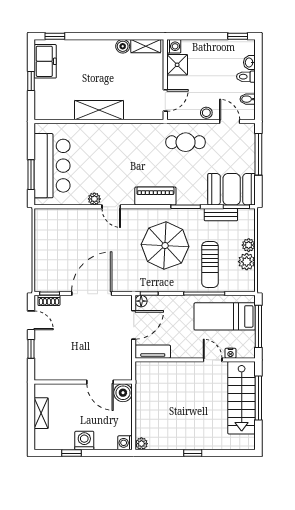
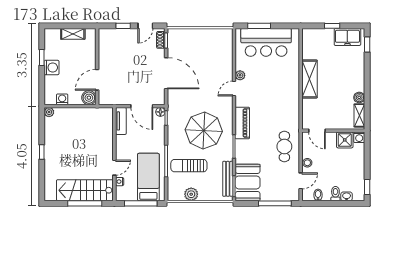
bench: (221, 215) -> (228, 179), width x1.36
plant: (249, 245) -> (204, 196), removed
washing machine: (125, 443) -> (62, 99), moved

